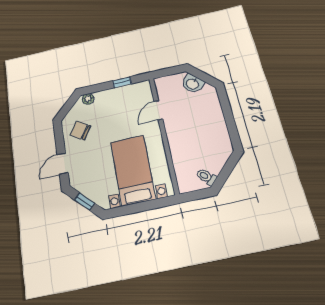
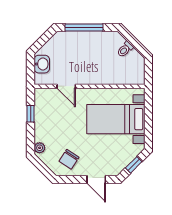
washbasin: (193, 84) -> (42, 64), moved, turned -45
window: (228, 114) -> (84, 27), added
toilet: (206, 177) -> (125, 49), moved

